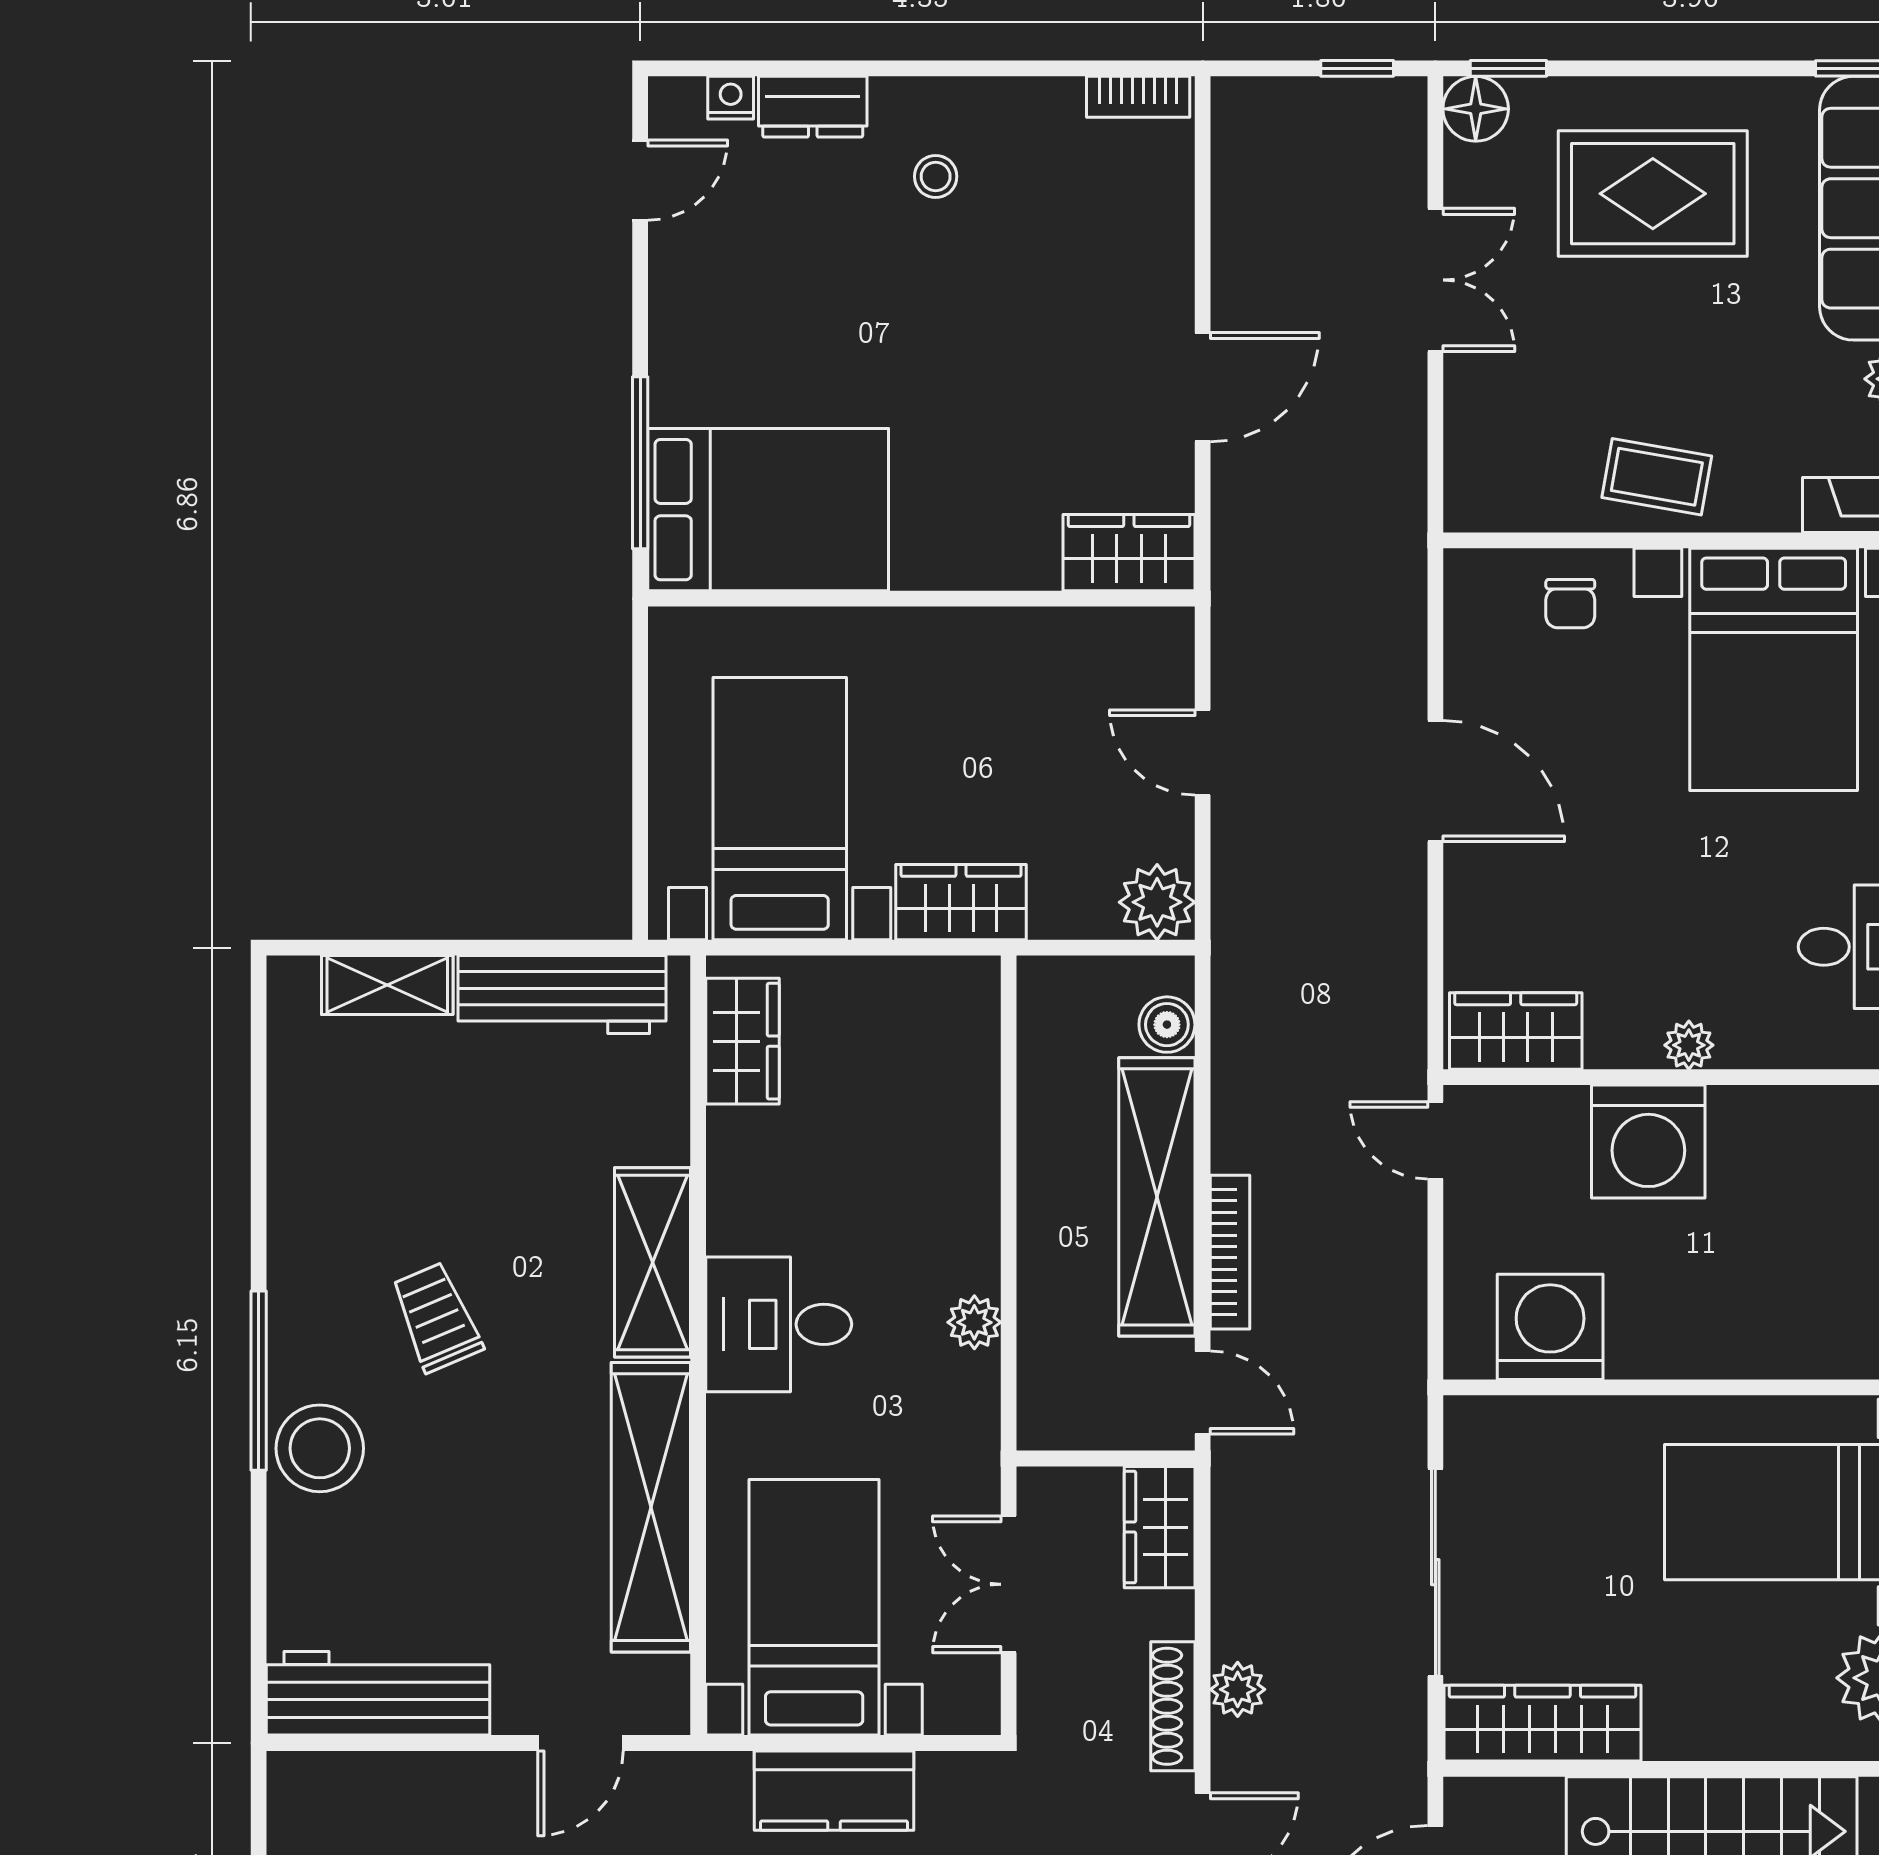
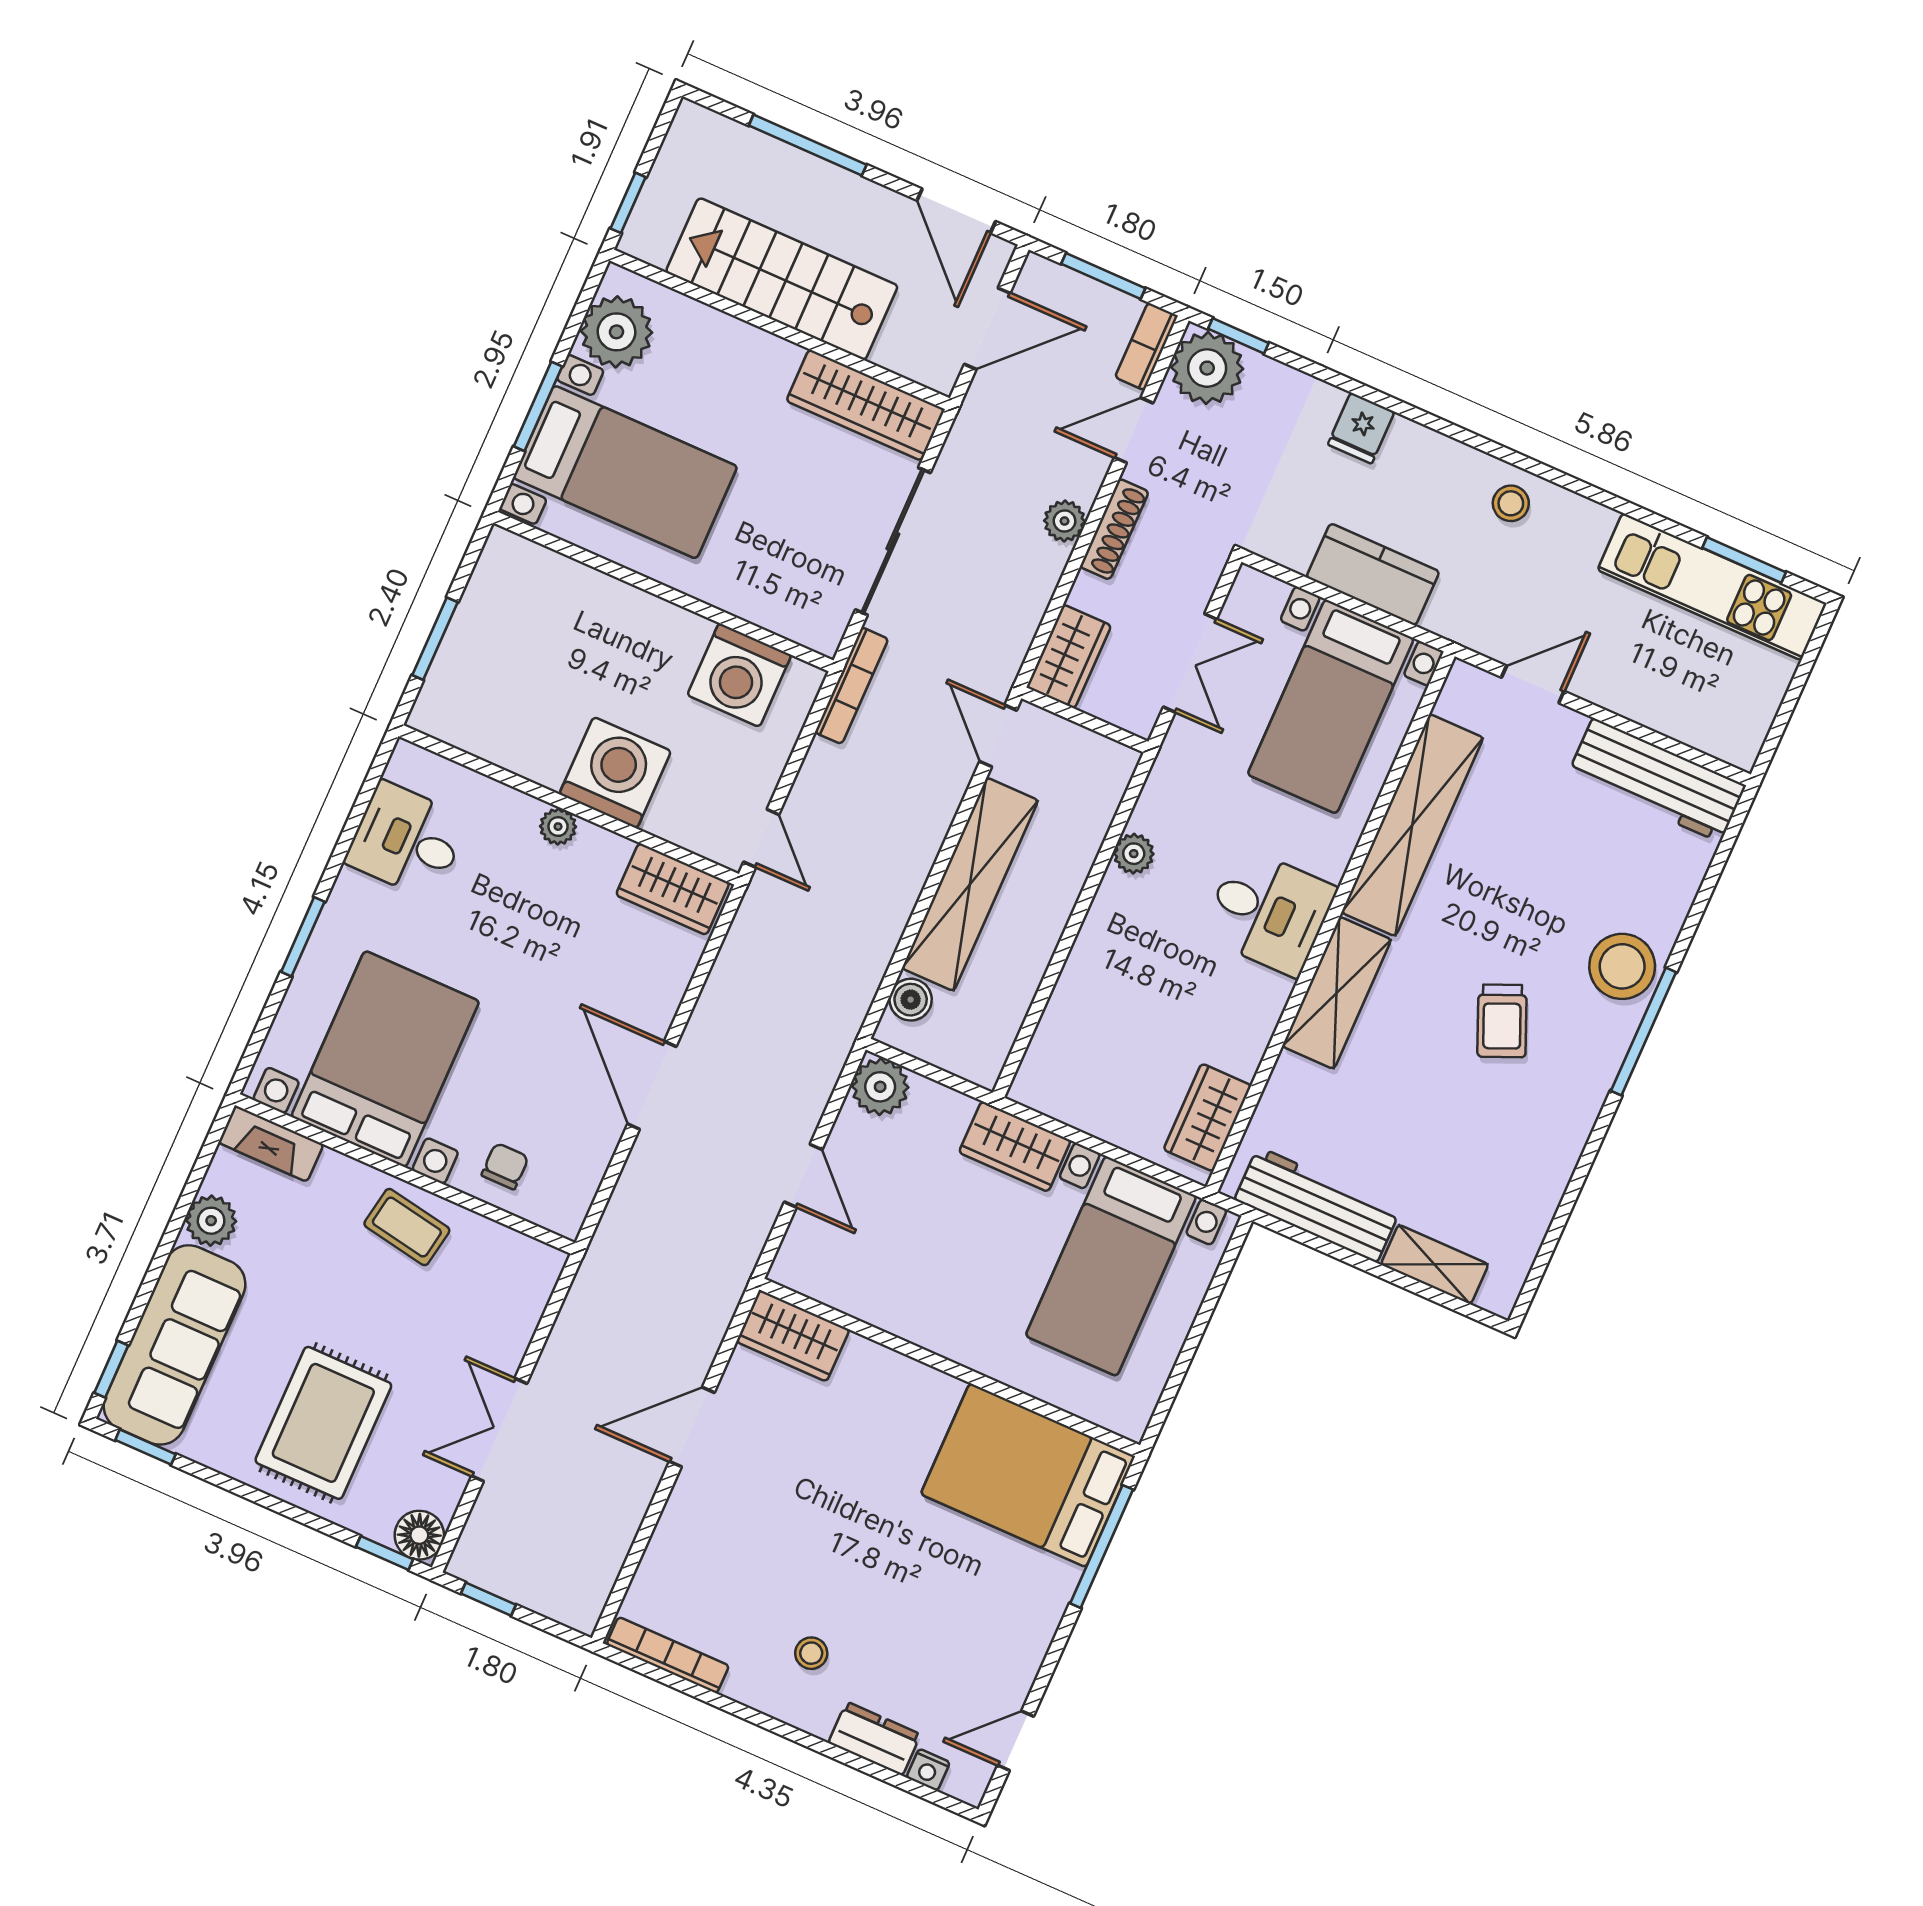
bookcase: (1138, 97) -> (668, 1655), width x1.56
rug: (1653, 194) -> (323, 1423), turned 90
bookcase: (1230, 1252) -> (852, 686), moved, turned 180

